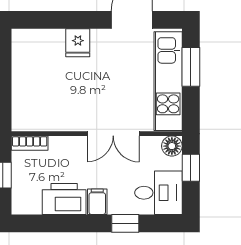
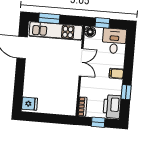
fridge: (78, 43) -> (30, 104), moved
printer: (64, 199) -> (112, 107), moved
window: (125, 223) -> (126, 92), moved

